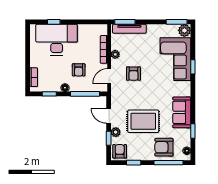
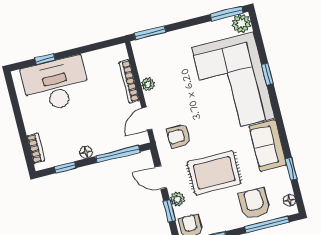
tv unit: (129, 29) -> (159, 41), removed
corner sofa: (175, 59) -> (233, 82), width x1.36, depth x1.36
armchair: (79, 70) -> (100, 121), removed
armchair: (133, 74) -> (179, 136), moved, turned 90
armchair: (164, 147) -> (254, 203), turned 90

